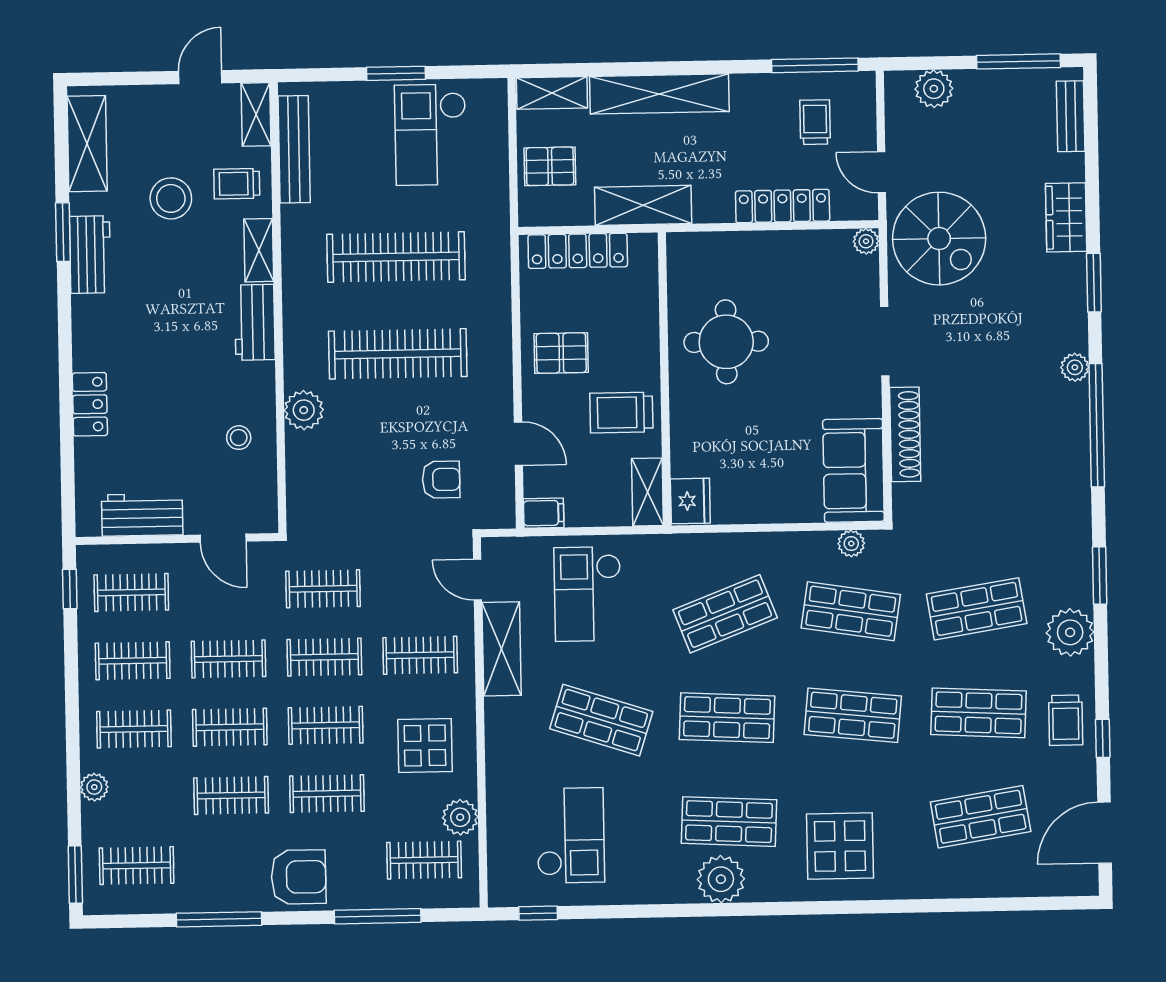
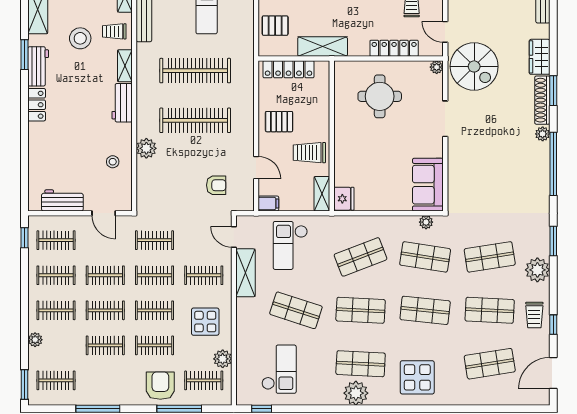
round table: (726, 342) -> (380, 96), moved
locker: (90, 404) -> (37, 105), moved
shoe rack: (905, 434) -> (542, 100), moved, turned 180
armchair: (299, 877) -> (160, 386), moved, turned -90

